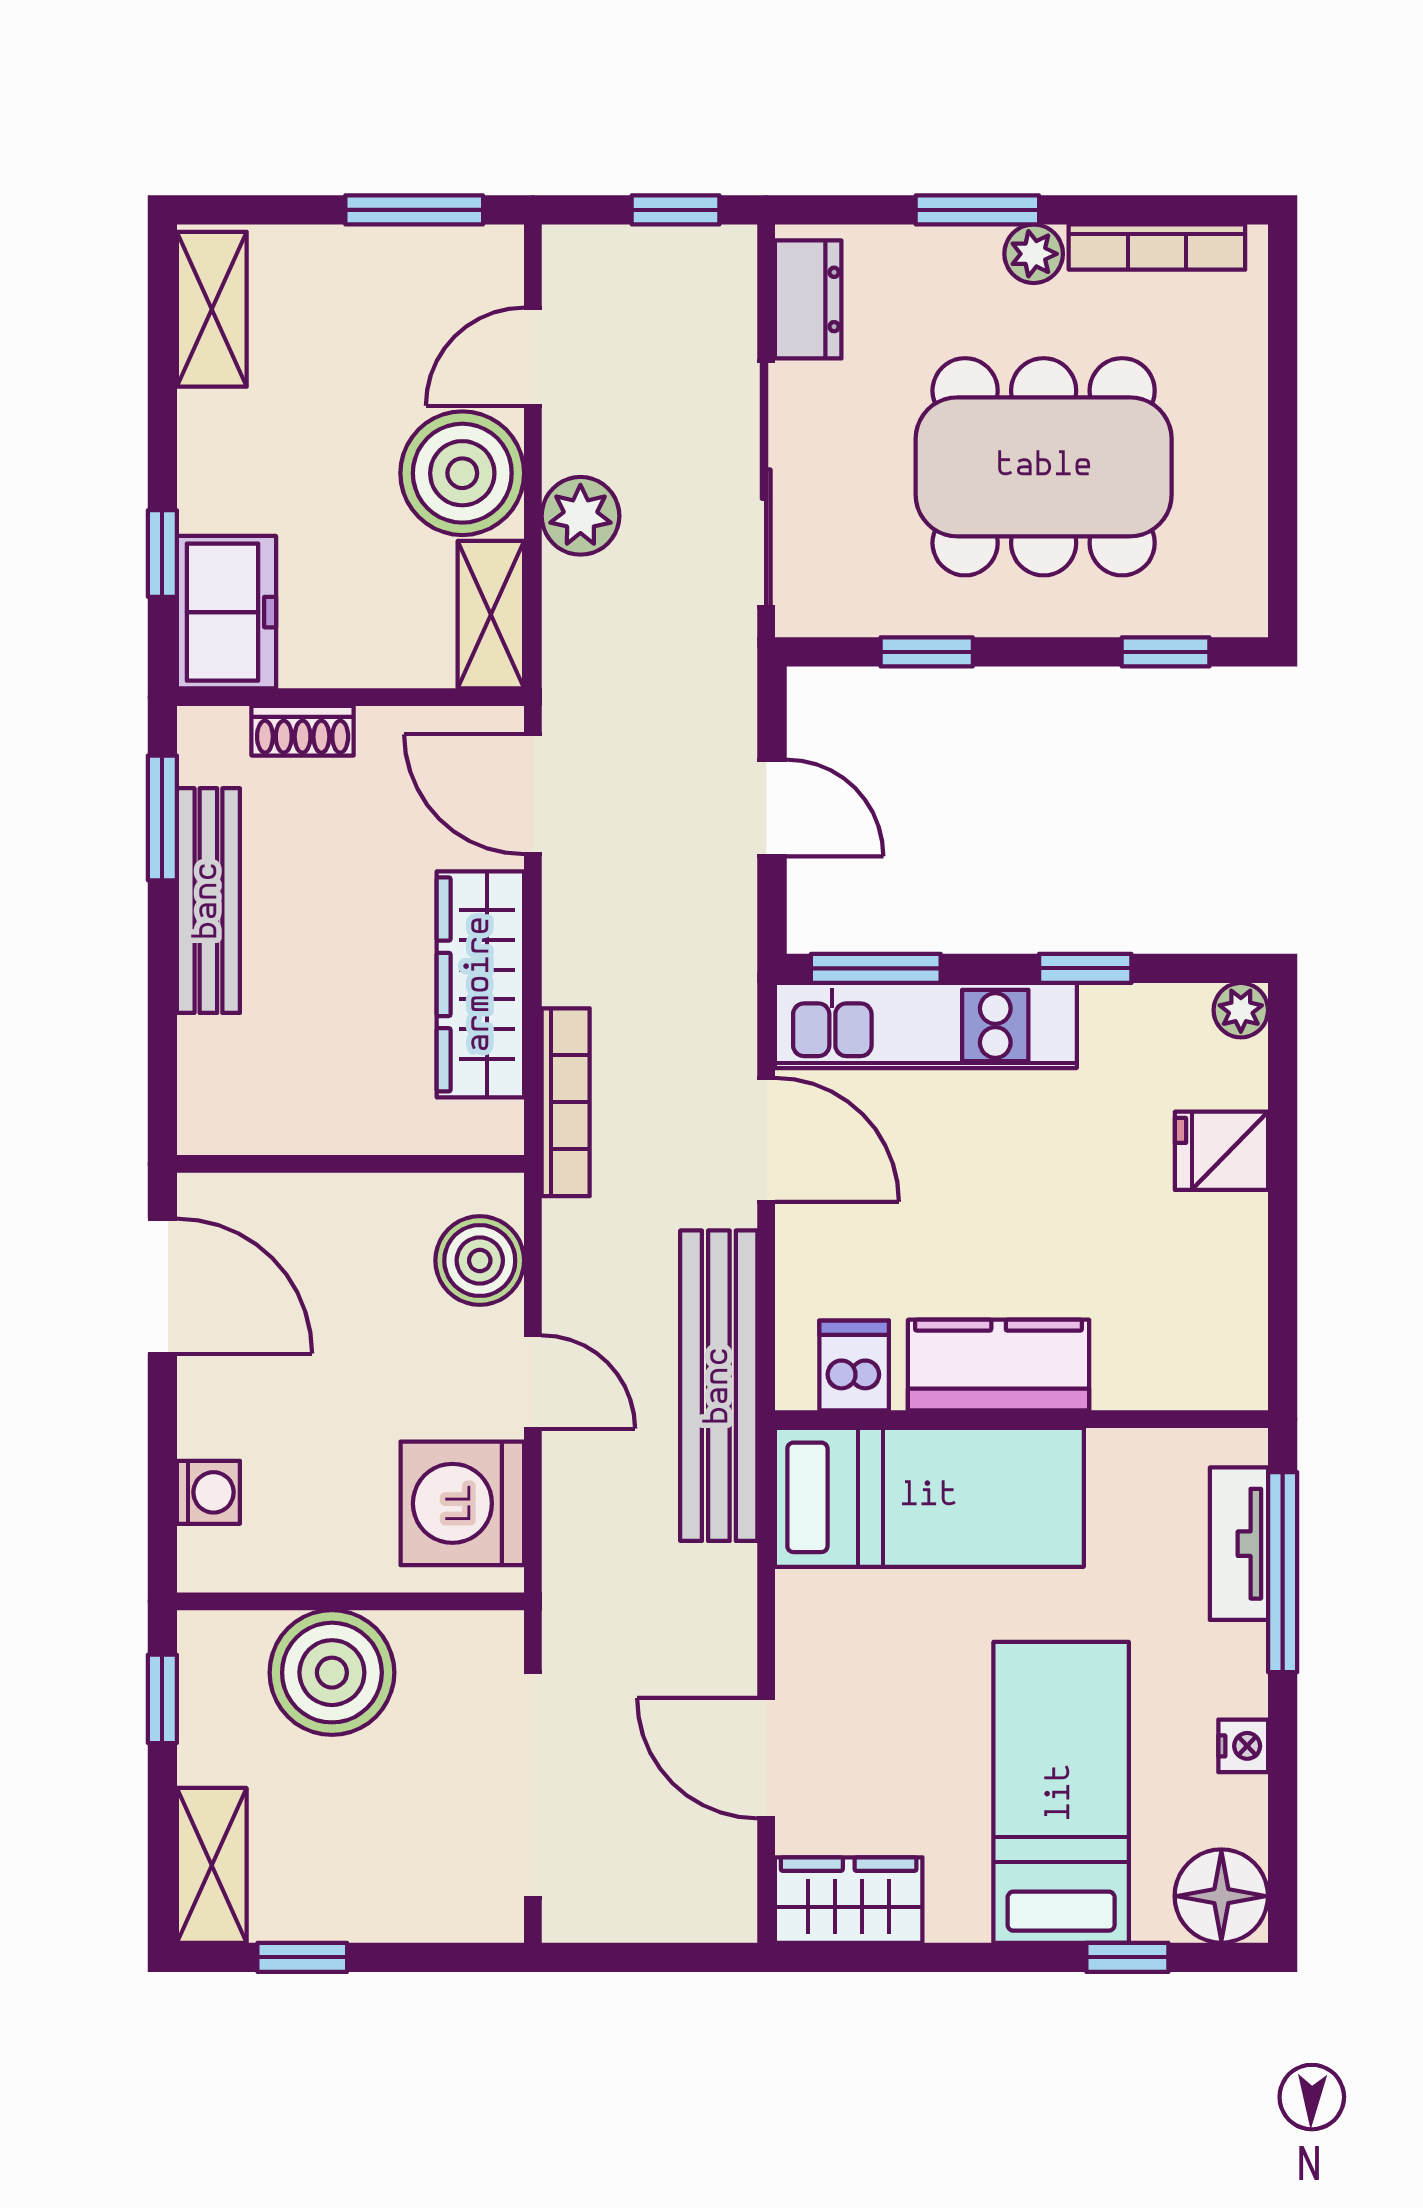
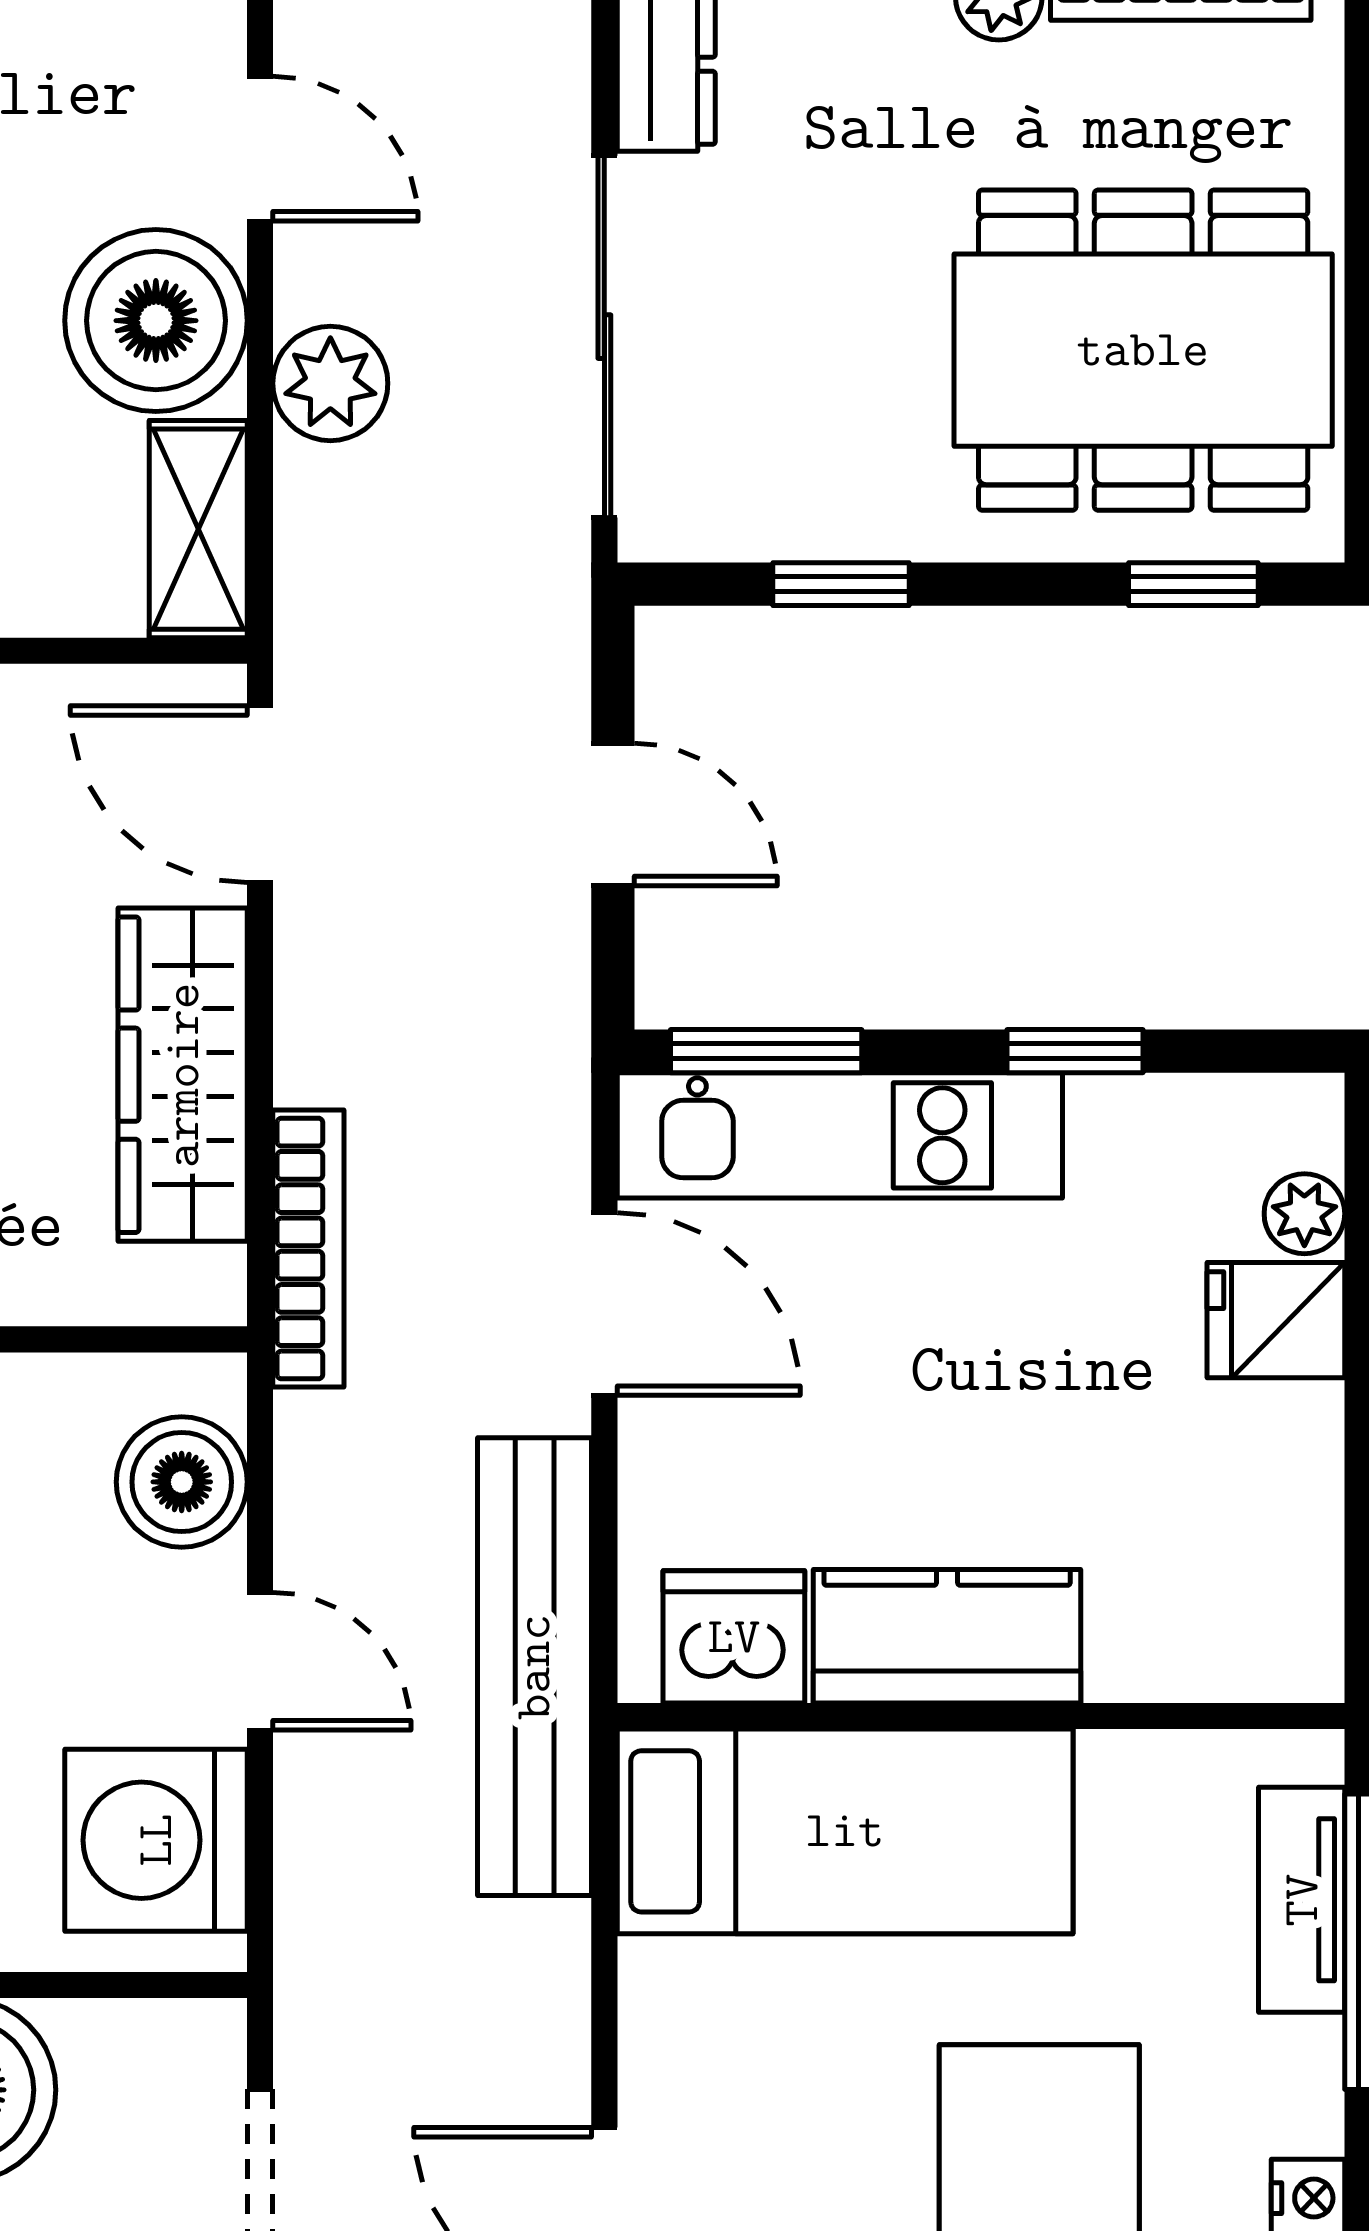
door: (533, 357) -> (260, 149), swing flipped
dining table: (1044, 467) -> (1143, 350), moved
plant: (1241, 1010) -> (1304, 1214), moved
dishwasher: (854, 1365) -> (734, 1637), width x1.38

